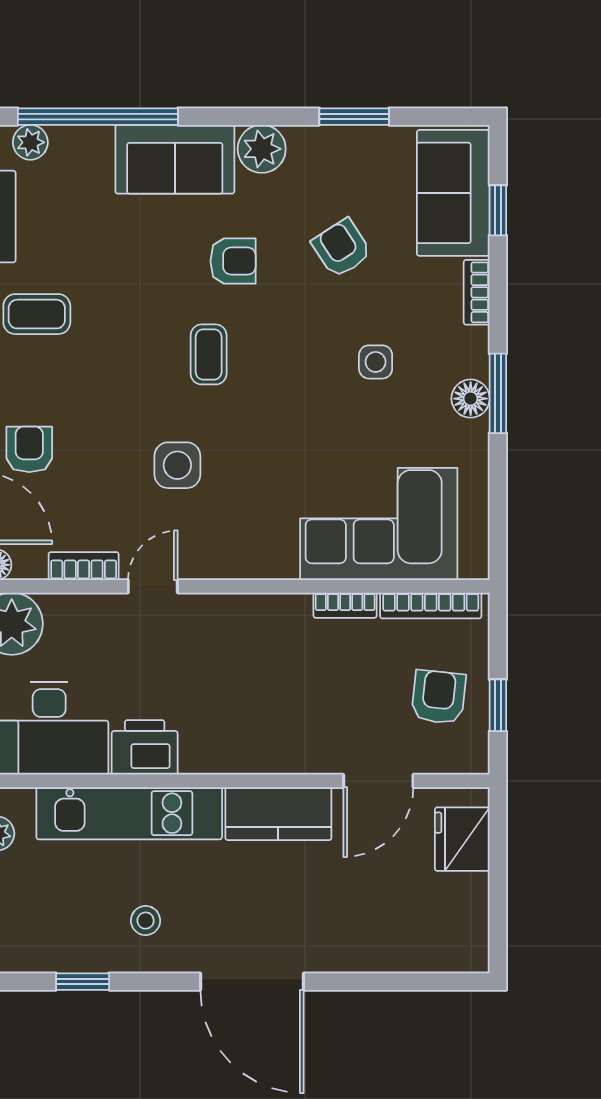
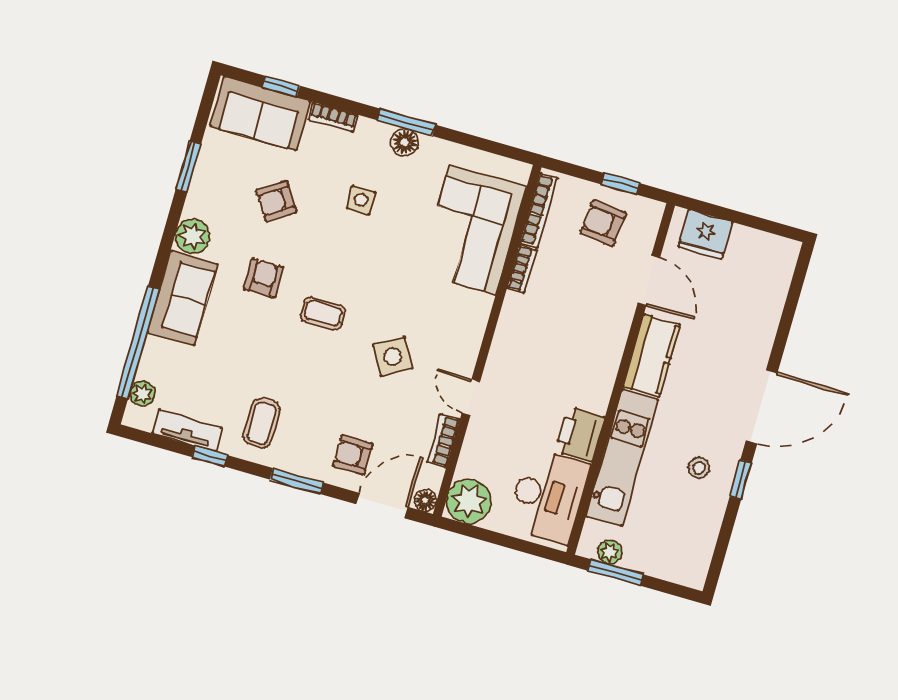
side table: (177, 465) -> (393, 356), turned -30
window: (83, 982) -> (741, 480), moved

